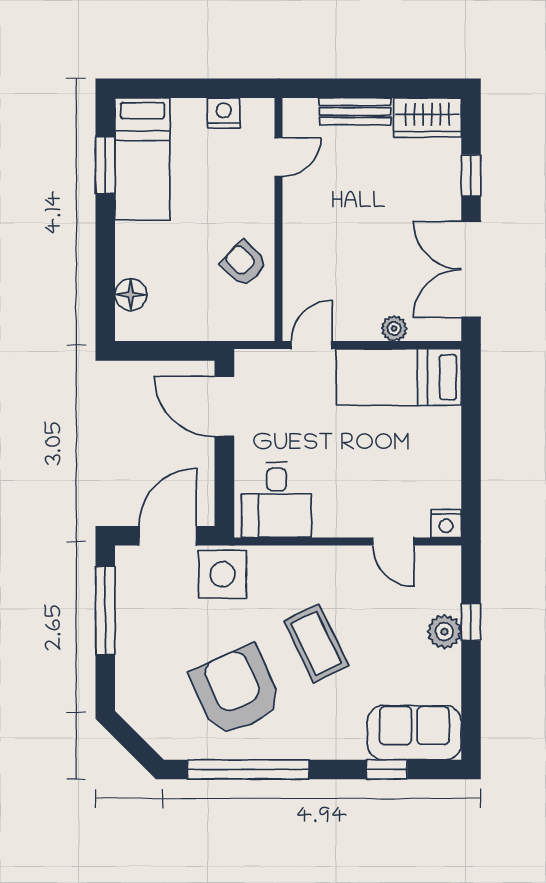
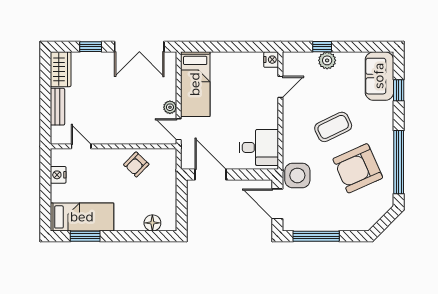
plant: (394, 328) -> (170, 107), moved
door: (224, 407) -> (210, 174), swing flipped

